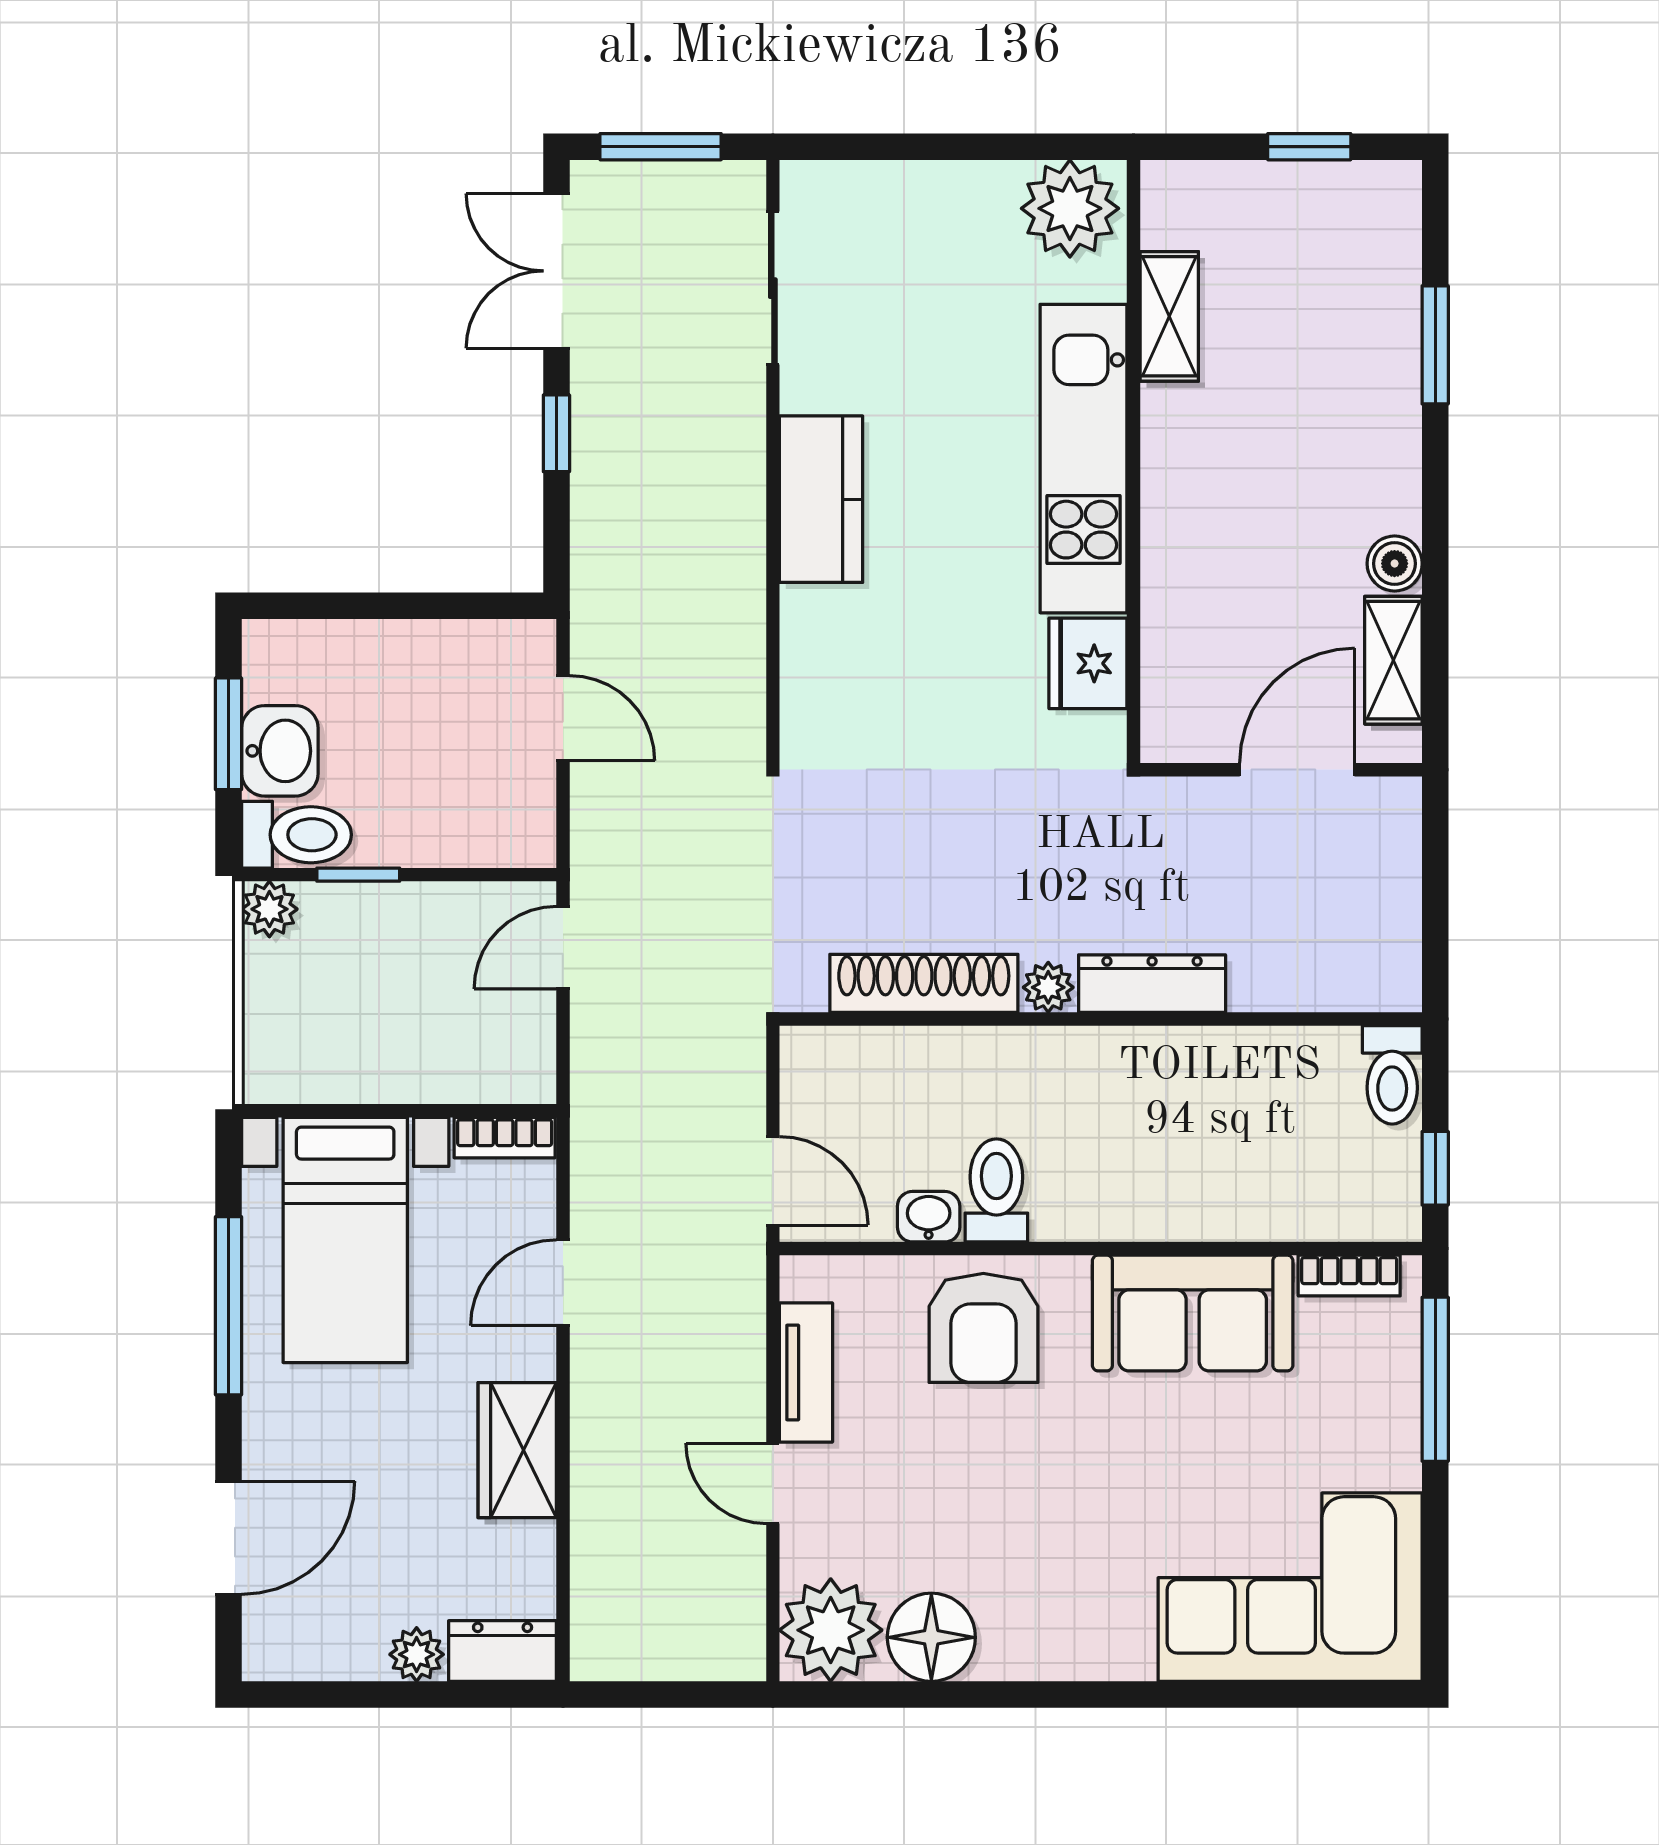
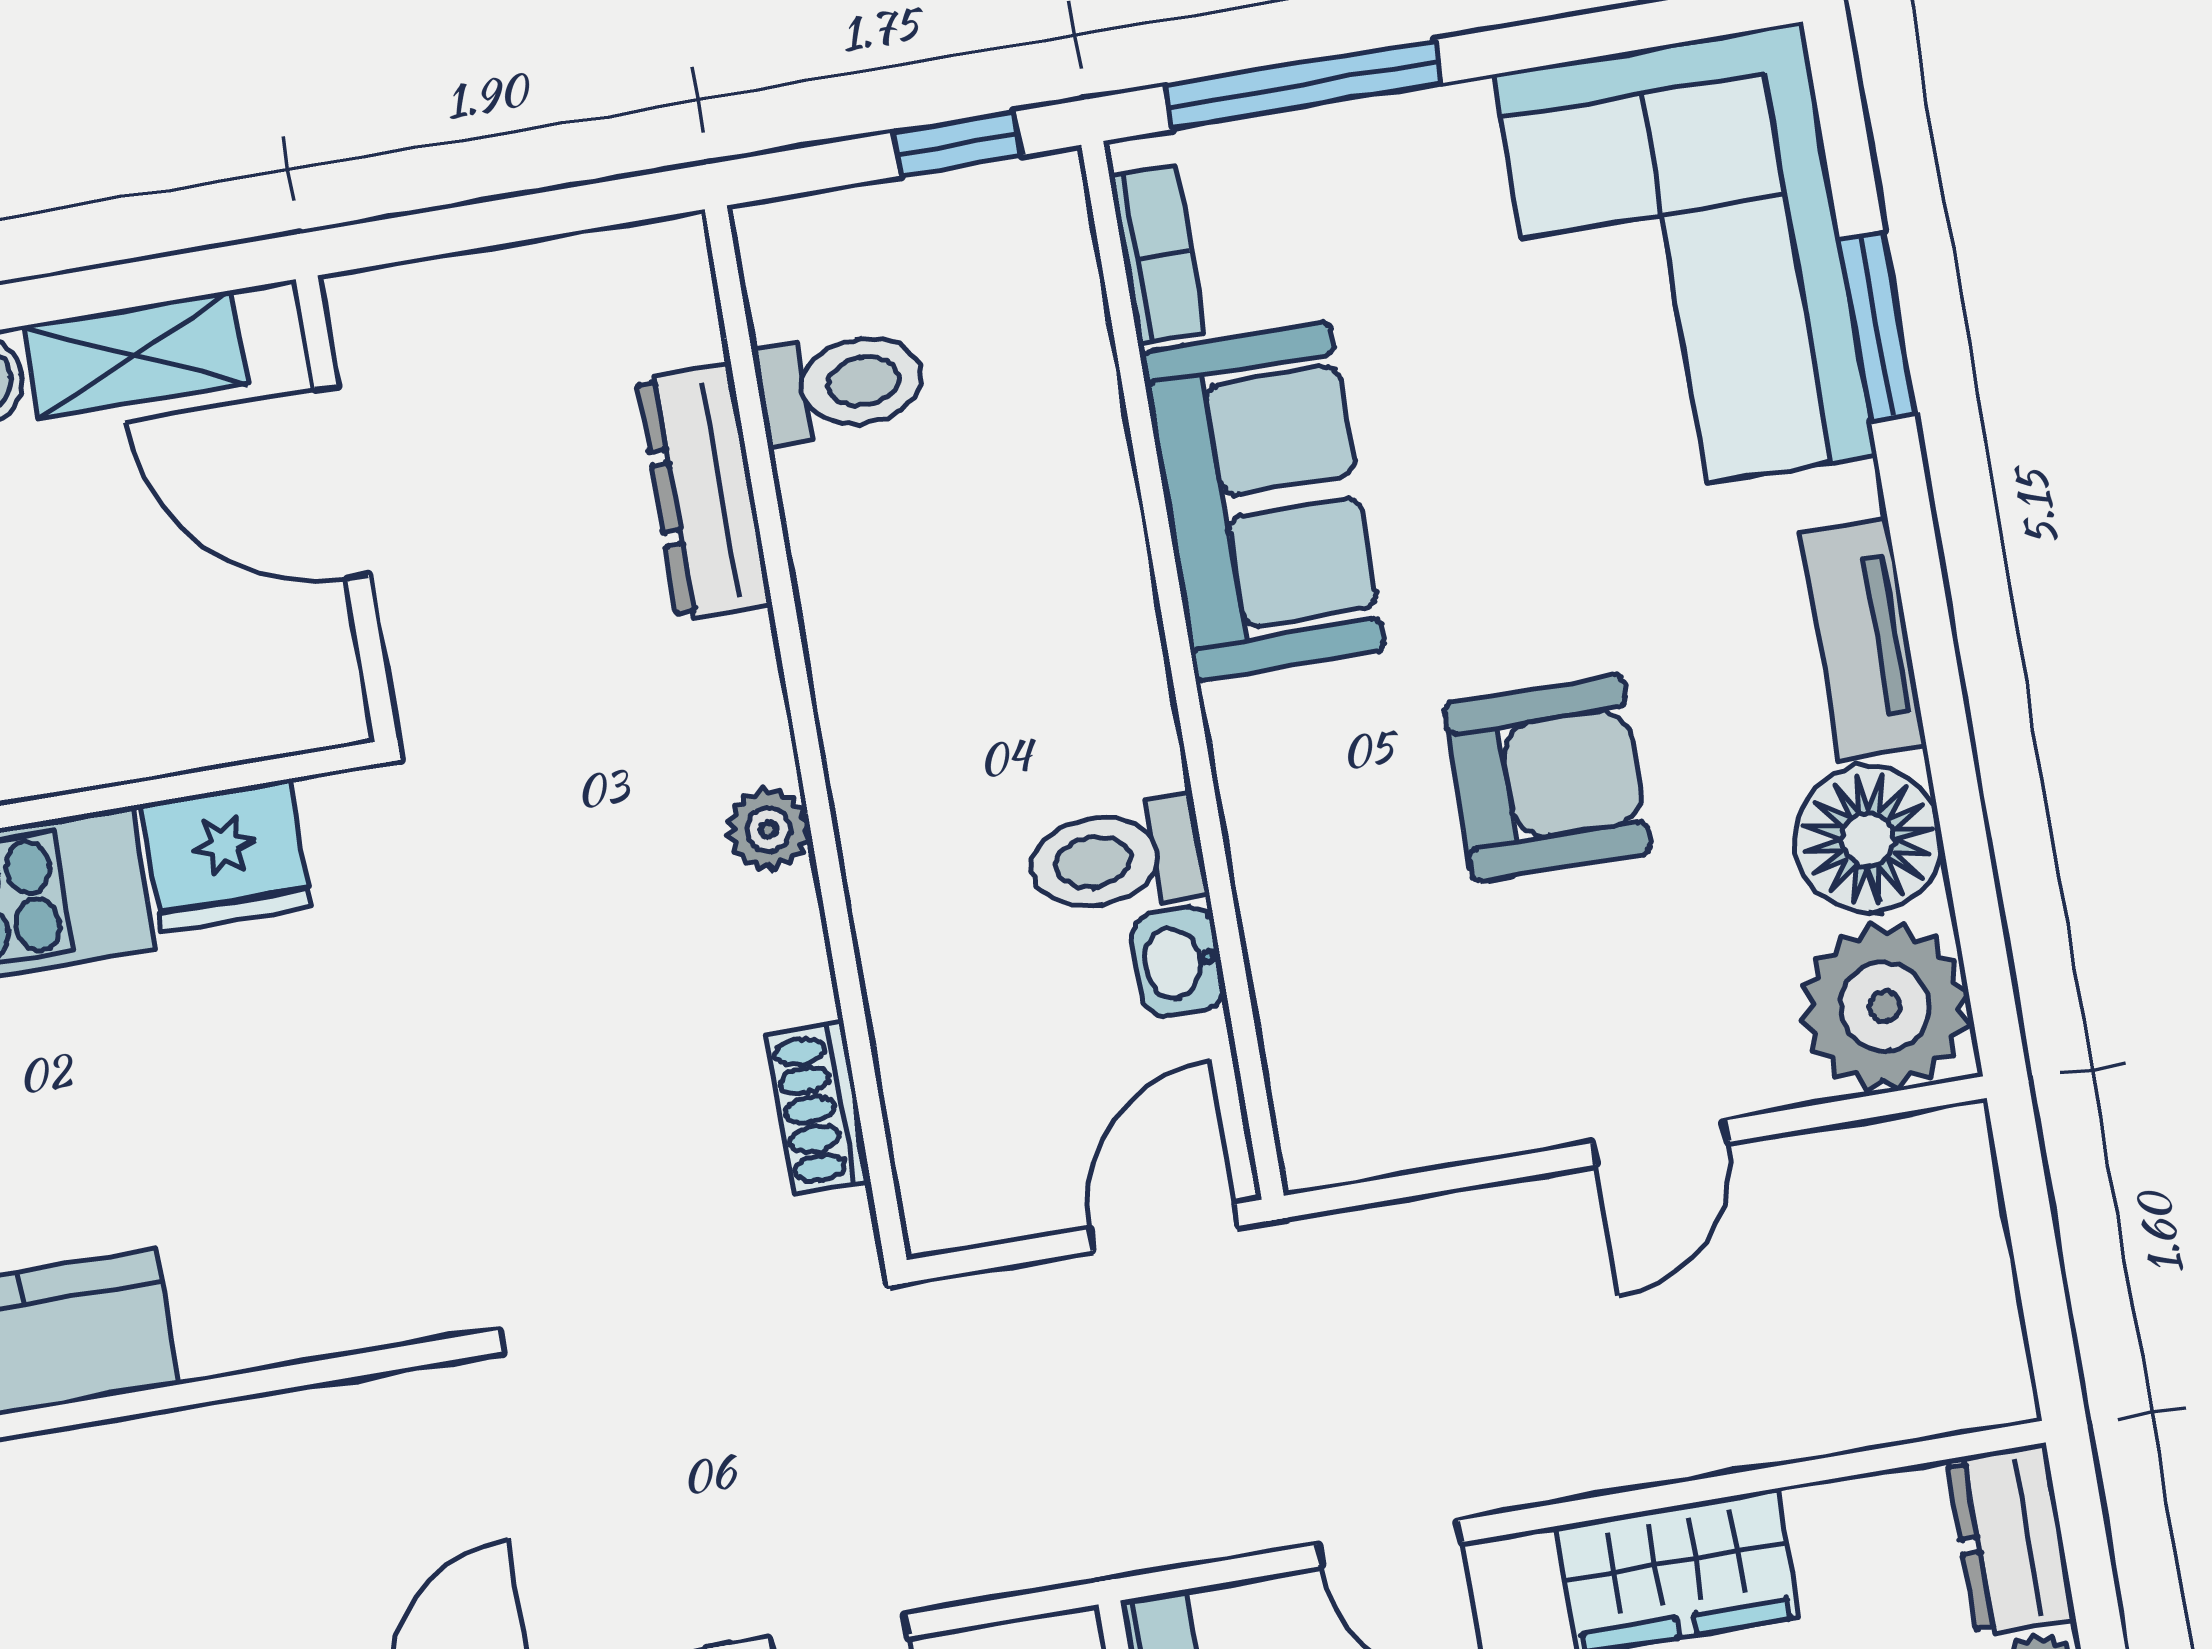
shoe rack: (924, 983) -> (819, 1108), width x0.51, depth x0.81
dresser: (1152, 984) -> (705, 492), moved
toilet: (1392, 1075) -> (840, 385), moved
armchair: (983, 1328) -> (1548, 778), moved
tv unit: (806, 1373) -> (1864, 639), moved, turned -90
window: (1234, 1694) -> (1877, 326), added

